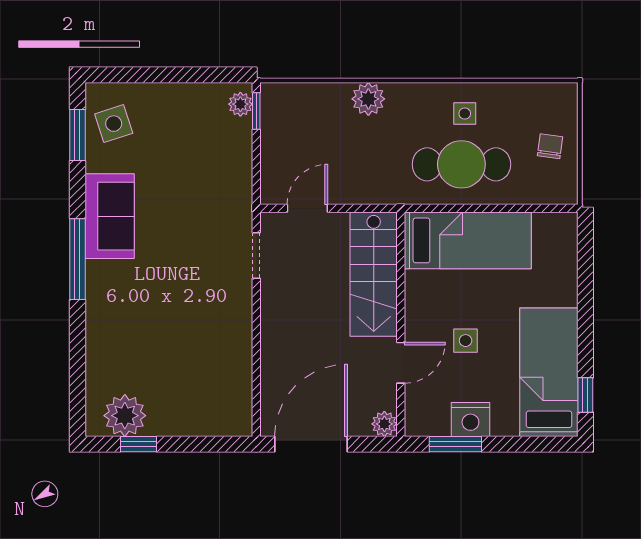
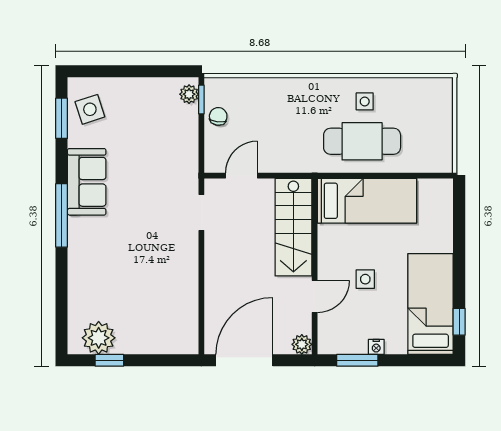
plant: (368, 99) -> (289, 90), removed
chair: (550, 146) -> (218, 116), moved
nightstand: (470, 419) -> (376, 347), width x0.53, depth x0.56

